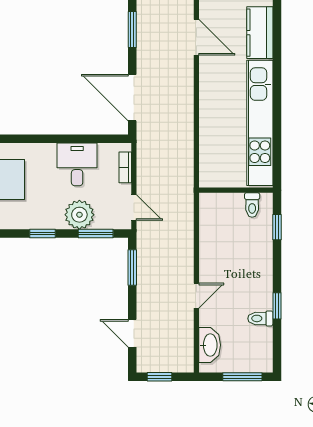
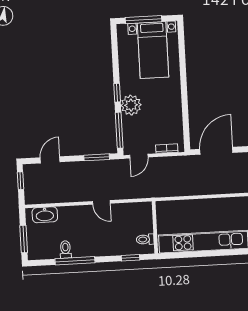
desk: (77, 164) -> (167, 114), removed
plant: (79, 215) -> (131, 105), moved
window: (96, 233) -> (119, 130), width x1.44
door: (196, 296) -> (101, 202), moved
window: (277, 306) -> (75, 261), width x2.17

